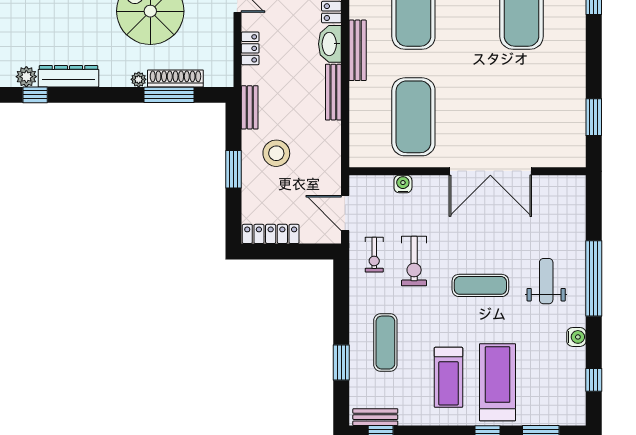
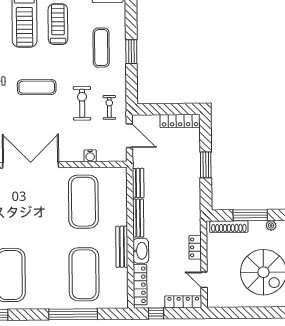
shoe rack: (175, 78) -> (229, 227), moved
bench: (250, 107) -> (138, 183), moved
stool: (276, 153) -> (177, 176), removed
window: (341, 363) -> (131, 52), moved

